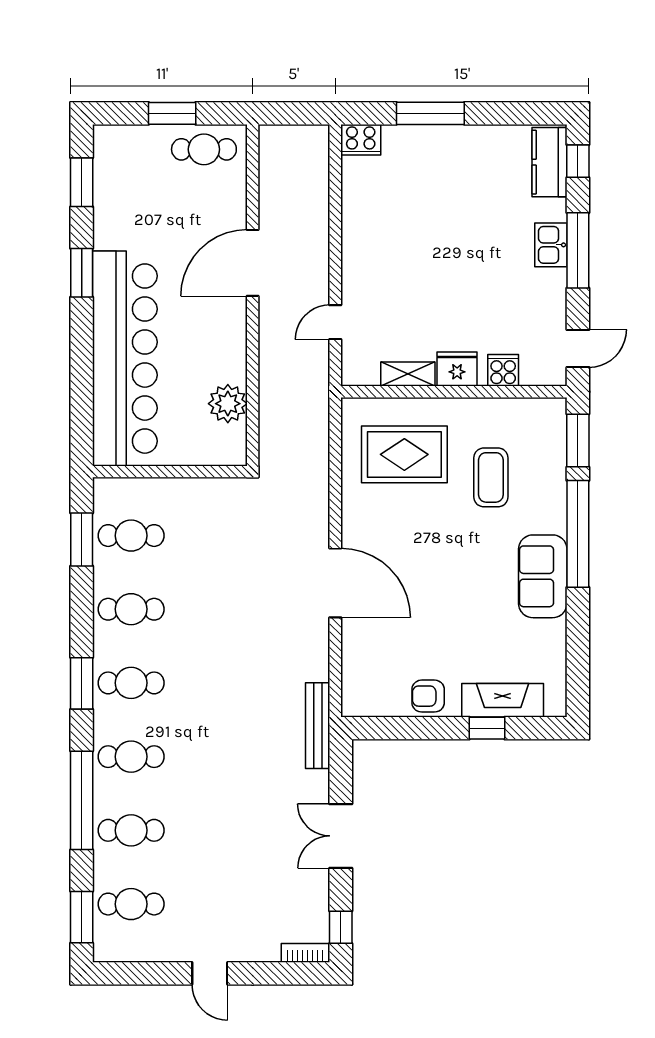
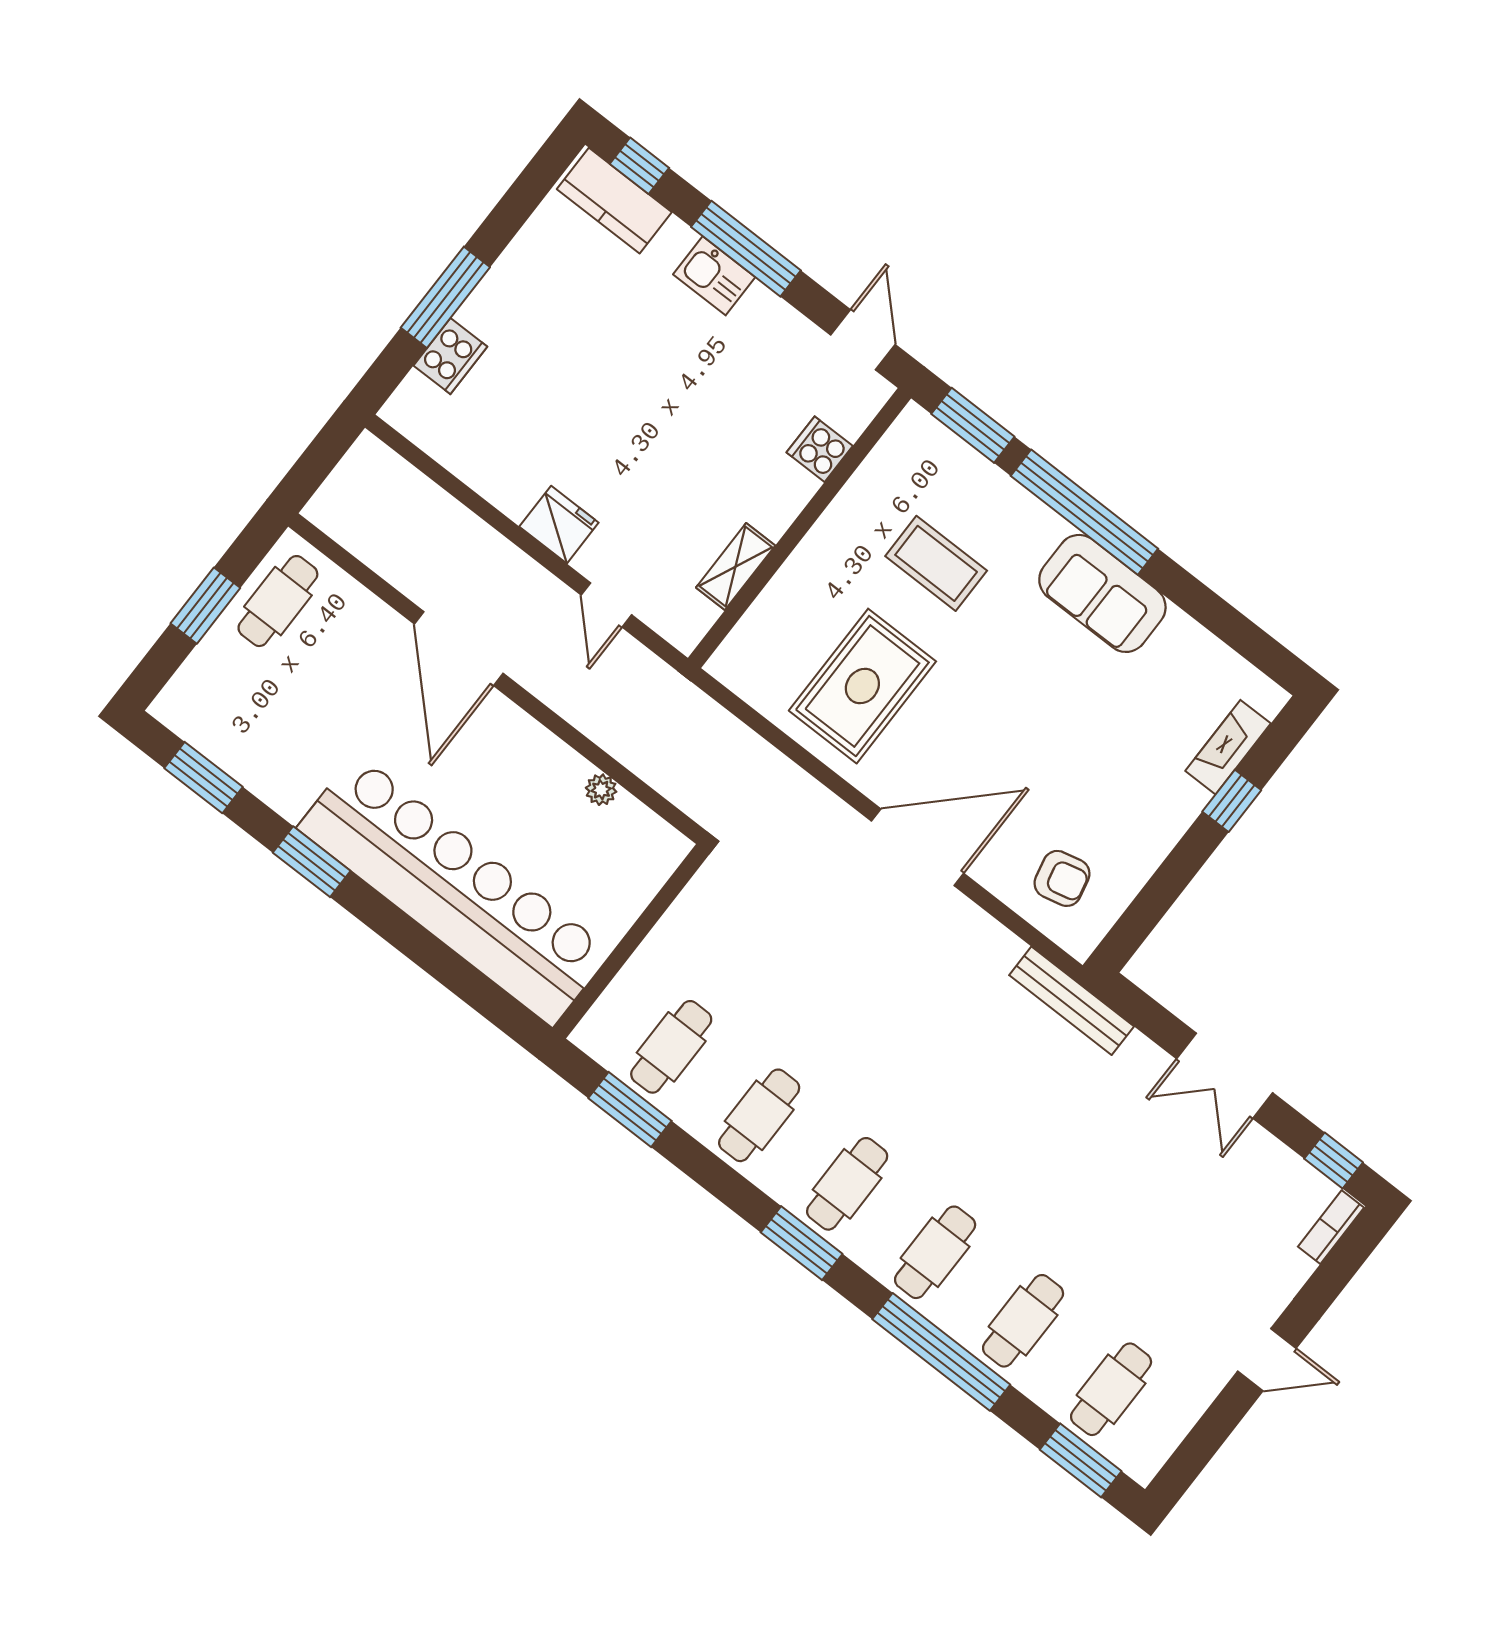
cooker: (361, 140) -> (450, 356), moved
fridge: (457, 369) -> (559, 525), moved, turned 90
plant: (228, 404) -> (601, 790), width x0.53, depth x0.53
rug: (404, 454) -> (862, 686), moved
armchair: (428, 696) -> (1062, 878), moved, turned -103
fireplace: (503, 700) -> (1228, 747), width x0.73, depth x0.76

